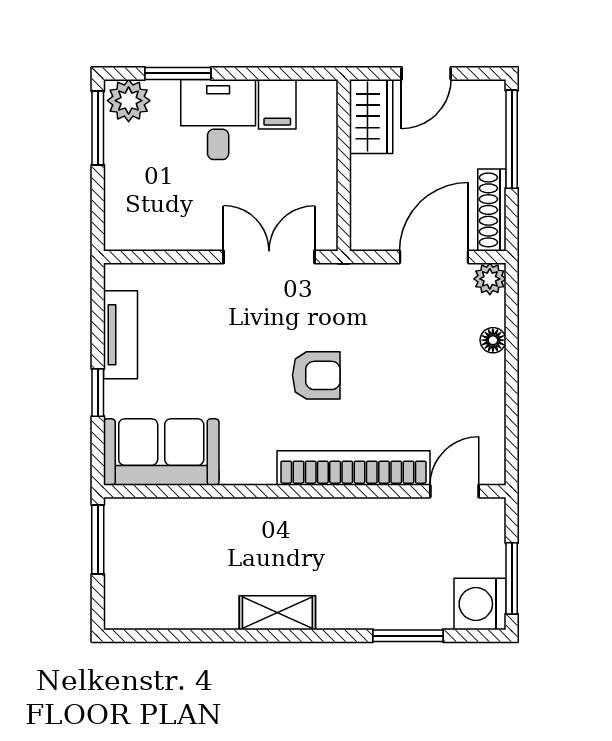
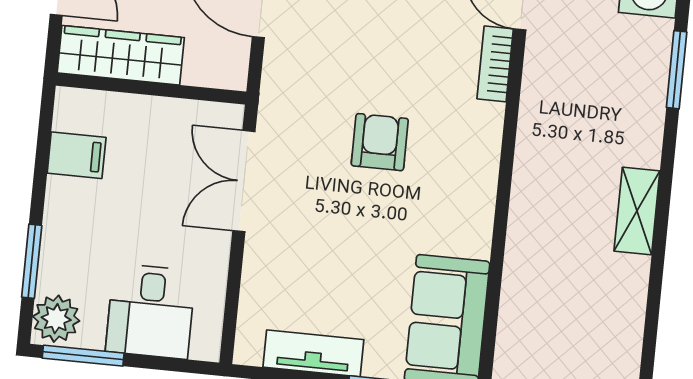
wardrobe: (371, 116) -> (121, 55), width x1.50
desk: (218, 119) -> (151, 311), moved, turned -90
bookcase: (353, 468) -> (495, 64), width x0.43, depth x0.76

